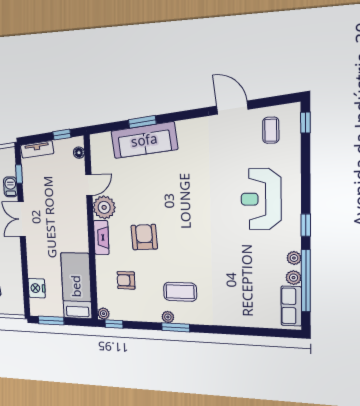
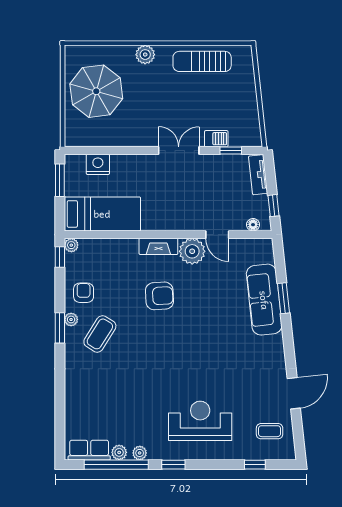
window: (305, 123) -> (255, 465), moved
armchair: (126, 280) -> (84, 293), moved
coffee table: (180, 292) -> (100, 334), turned 32

